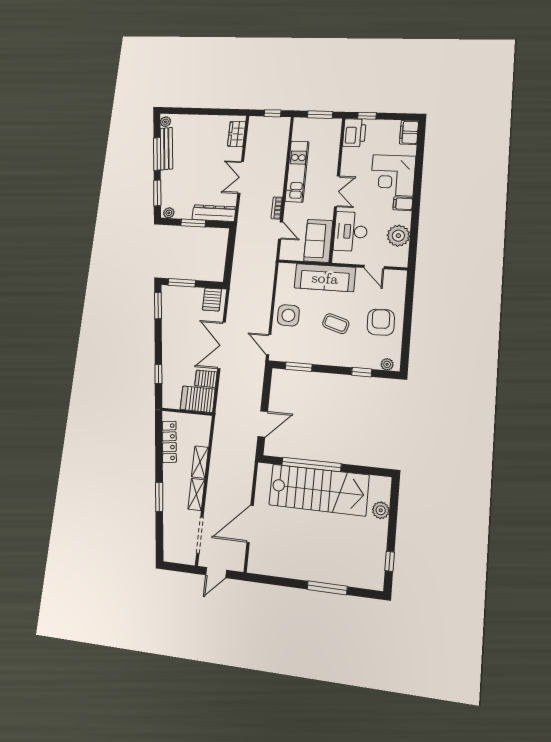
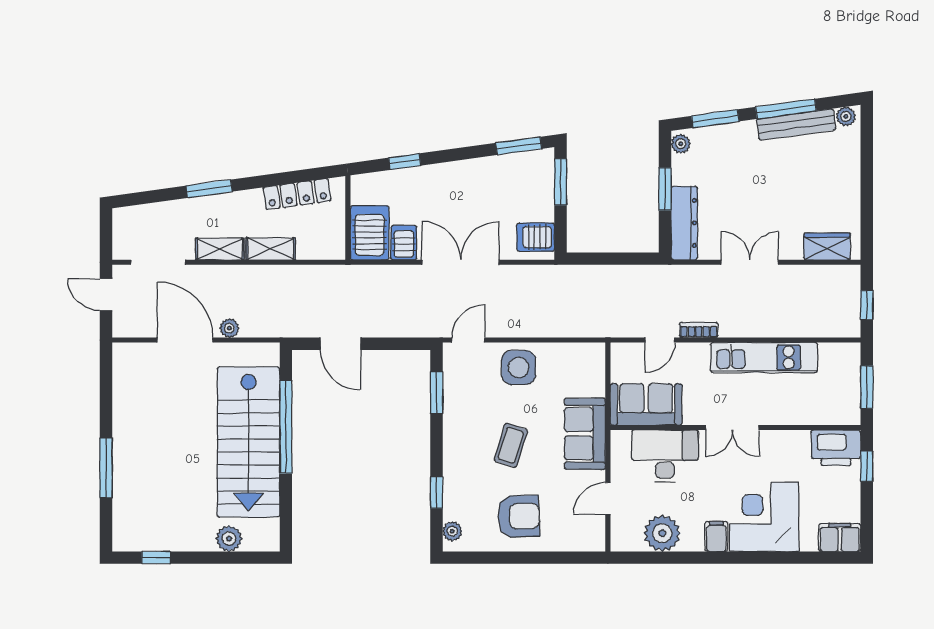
sofa: (325, 278) -> (585, 434), width x0.73
plant: (246, 494) -> (229, 328), added

